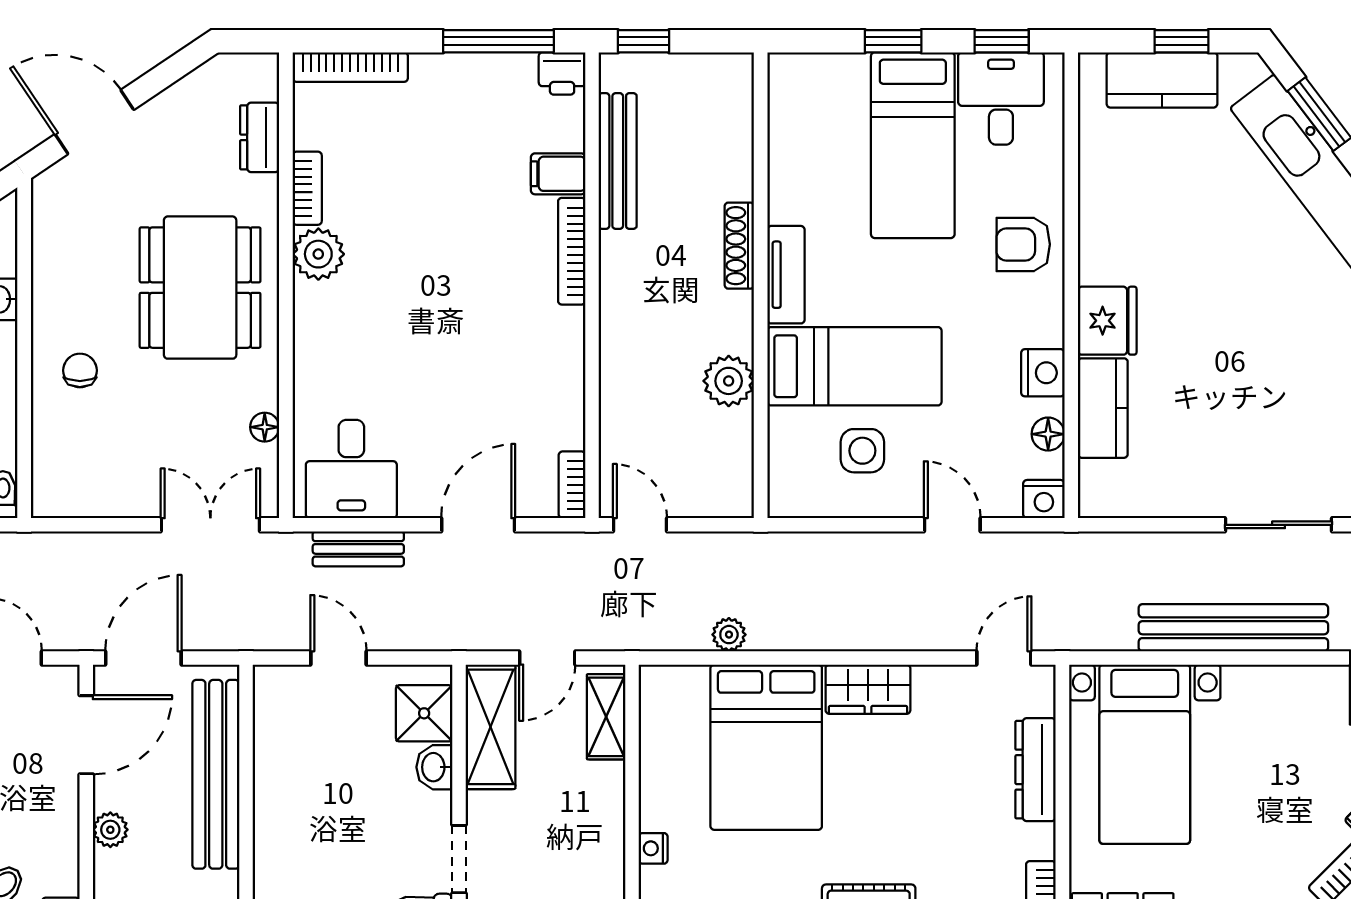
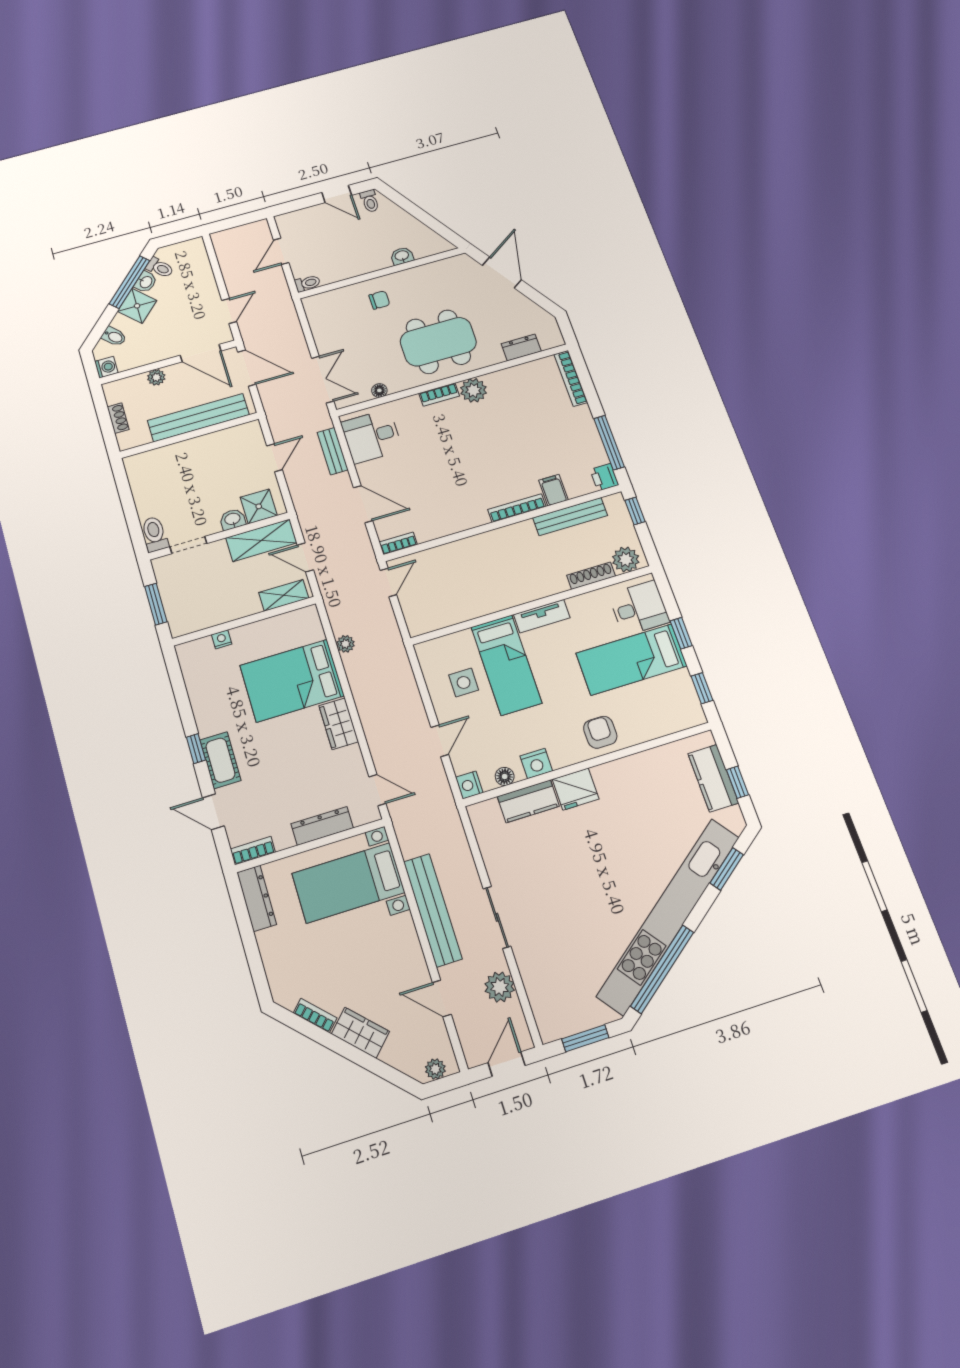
desk: (1001, 98) -> (639, 608), moved
bookcase: (307, 188) -> (439, 395), moved
shoe rack: (739, 246) -> (591, 576), moved
plant: (729, 381) -> (626, 560), moved

